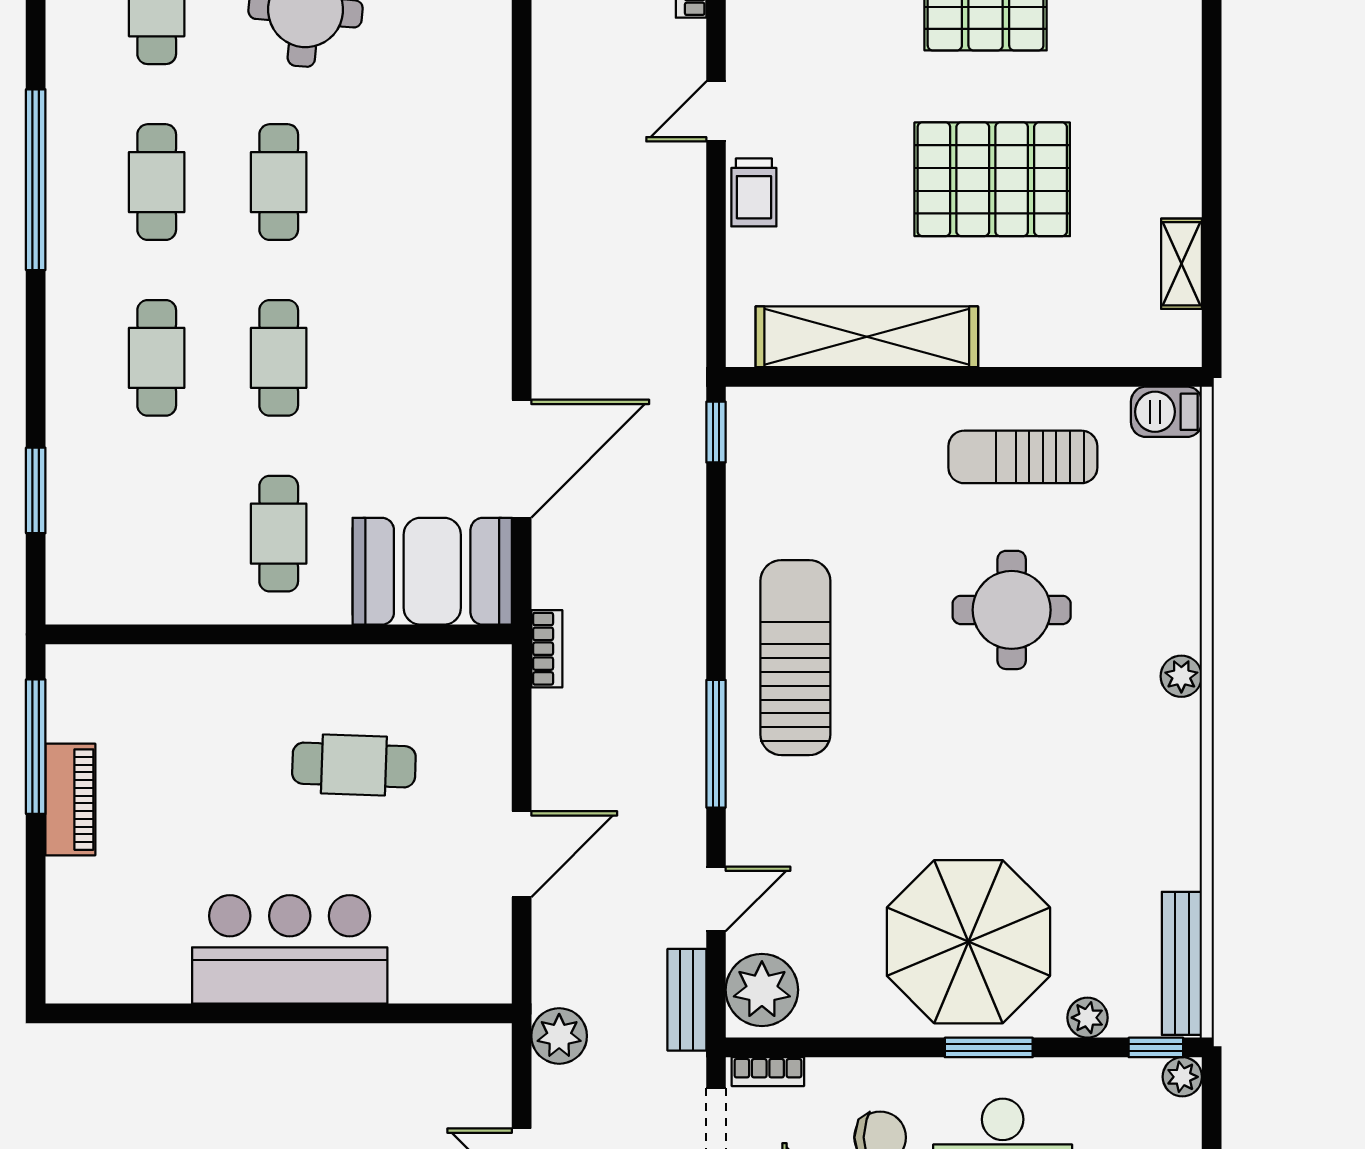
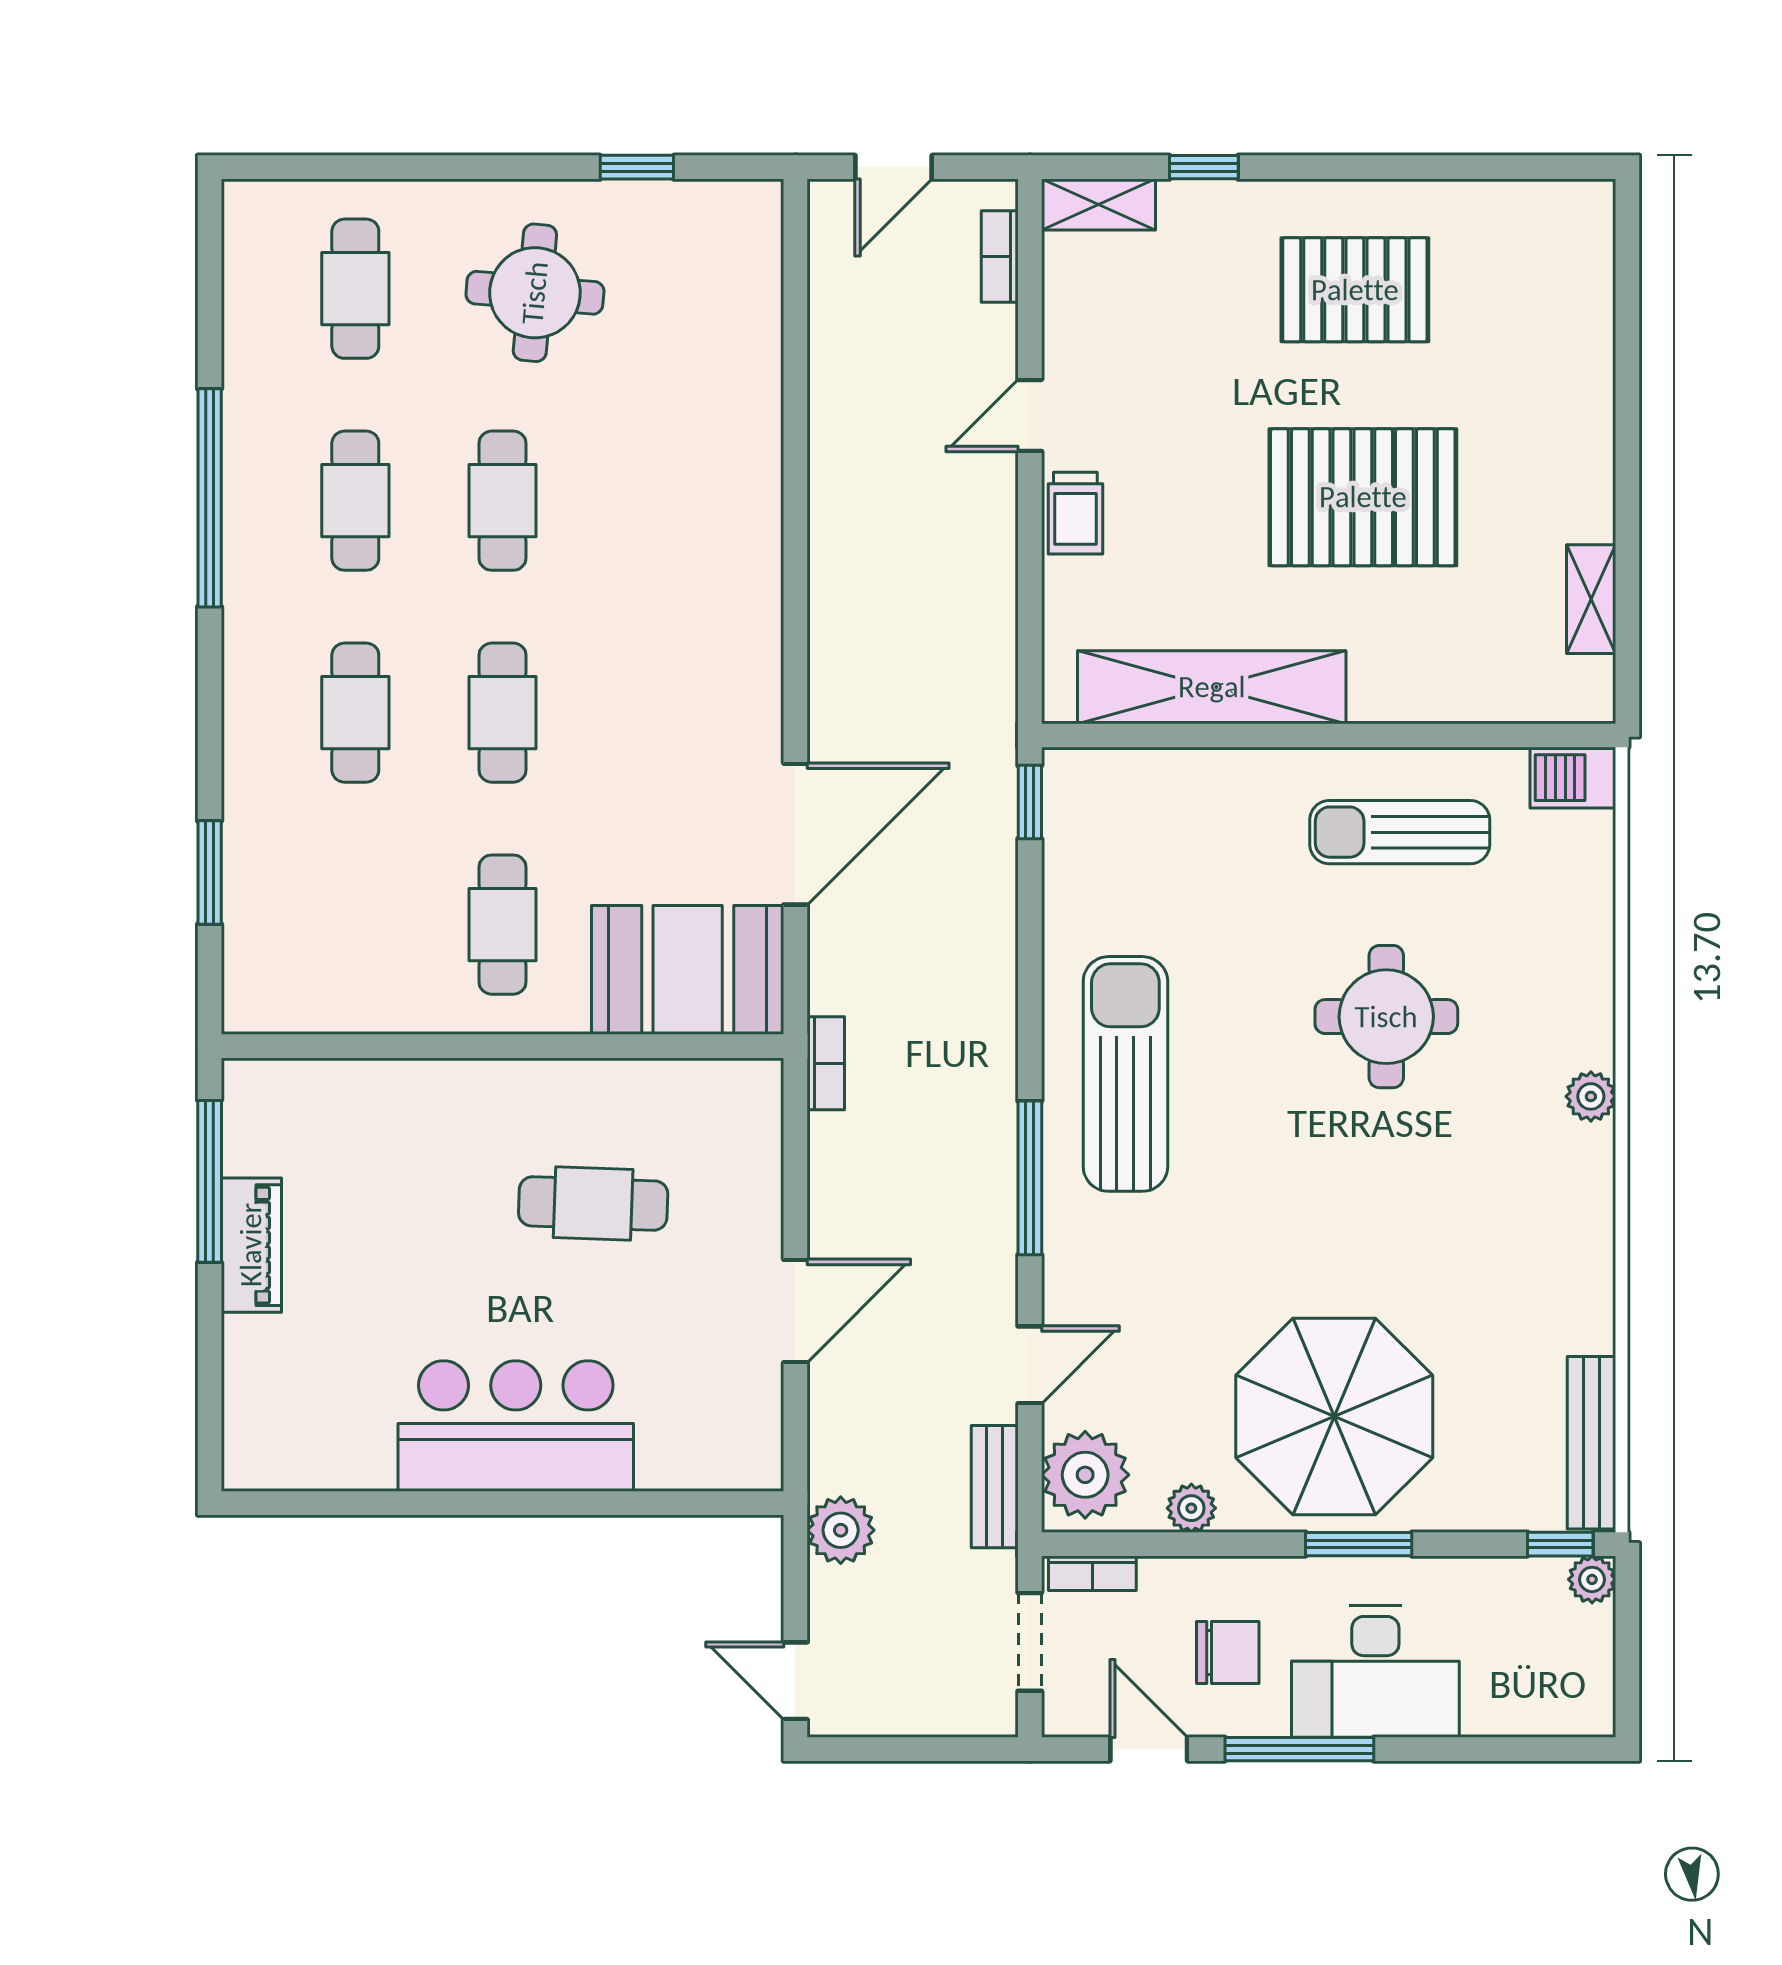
plant: (1087, 1018) -> (1191, 1508), moved

